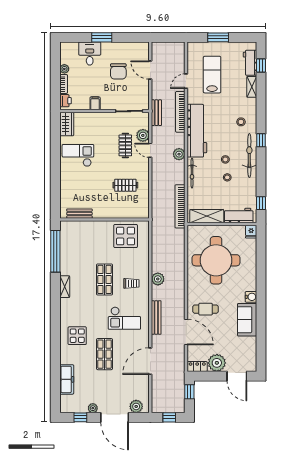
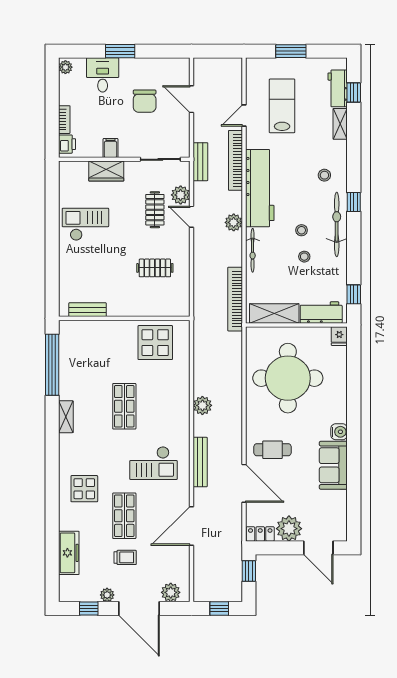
plant: (64, 69) -> (65, 67), moved
wardrobe: (67, 124) -> (106, 171), moved, turned 90
trolley: (131, 283) -> (125, 557), moved

